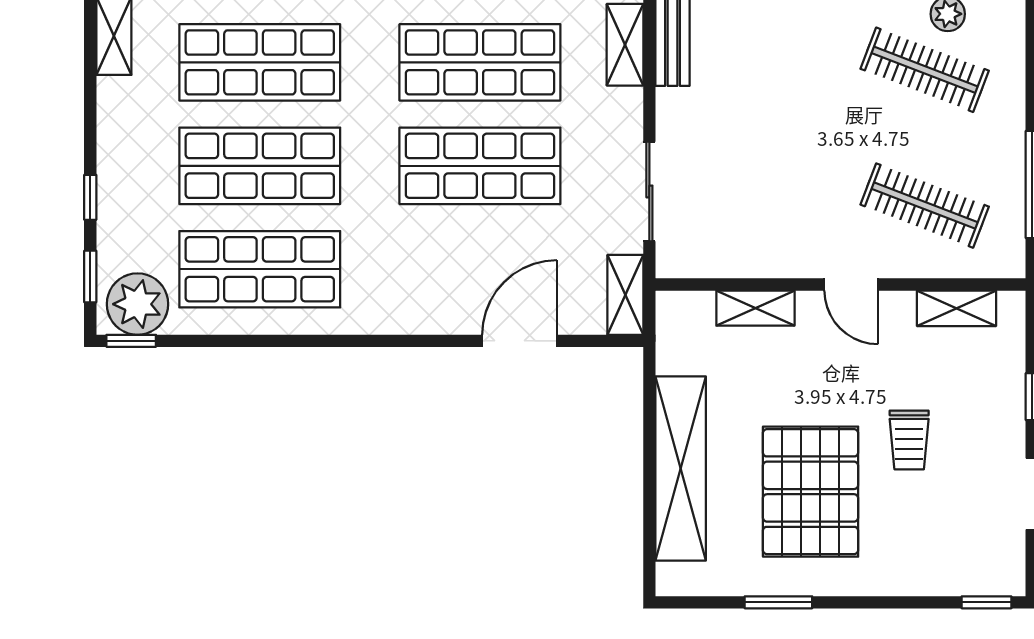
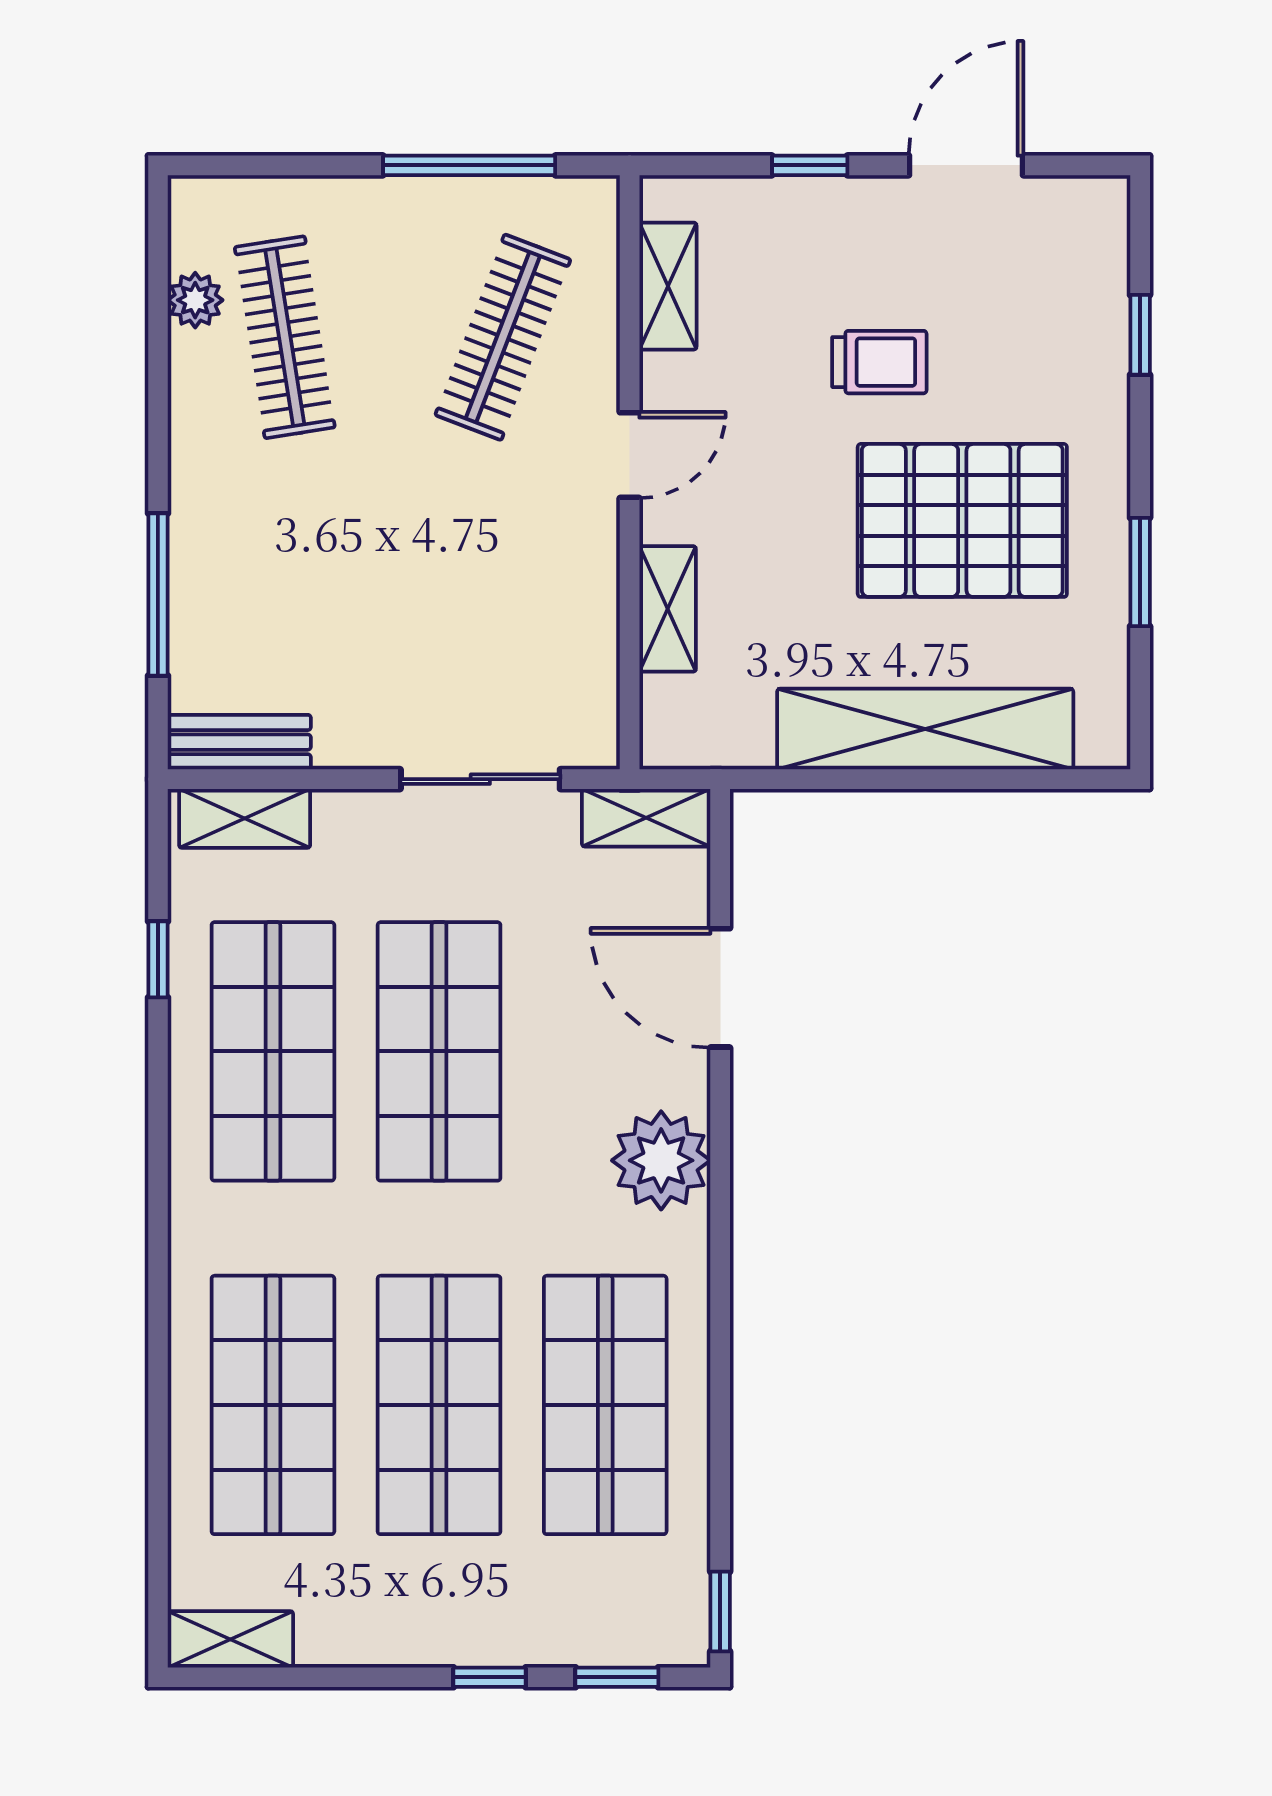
clothes rail: (925, 70) -> (285, 337), turned -30
plant: (137, 304) -> (661, 1160), moved
window: (987, 602) -> (1140, 335), moved

